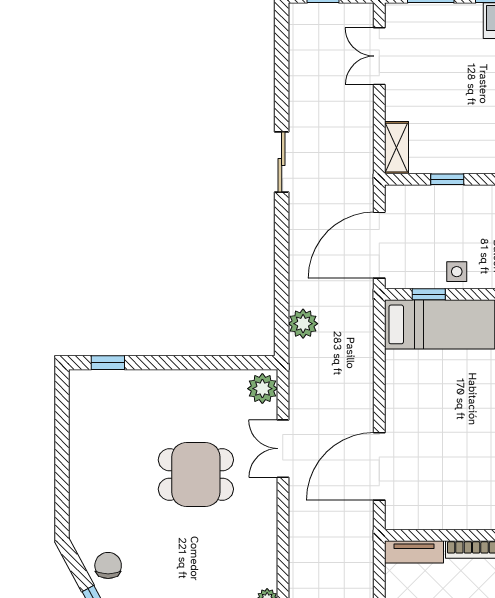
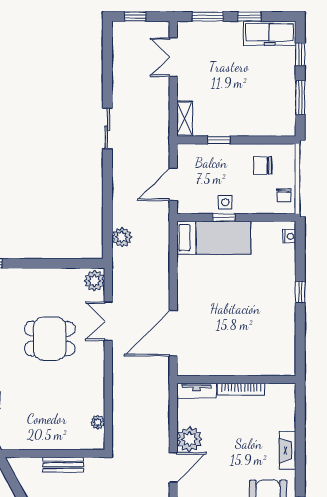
door: (379, 245) -> (173, 184), width x0.73
window: (429, 294) -> (224, 217), moved

